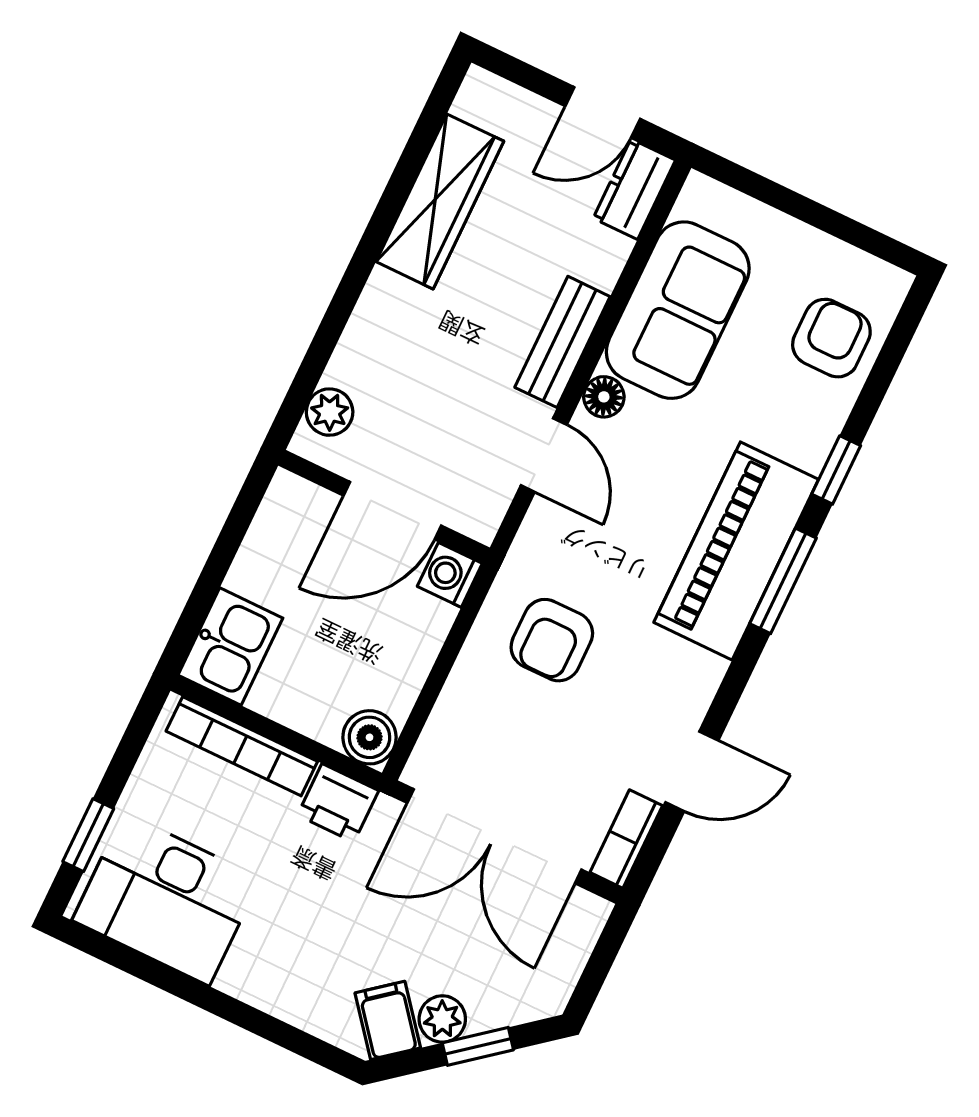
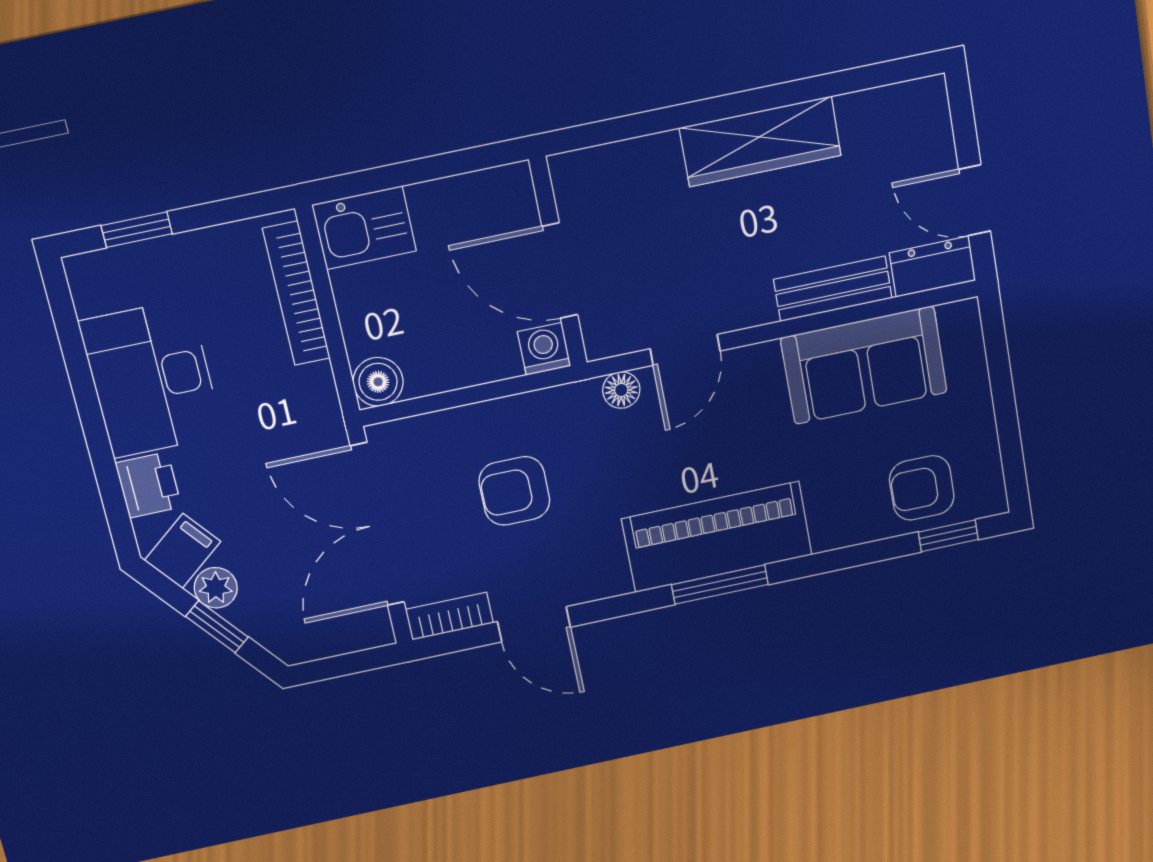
wardrobe: (440, 201) -> (760, 142), moved
armchair: (831, 338) -> (922, 488), turned 180
bench: (562, 342) -> (833, 289), moved
floor lamp: (604, 397) -> (621, 390), moved
plant: (330, 412) -> (599, 167), removed
window: (836, 470) -> (948, 536), moved
armchair: (552, 640) -> (514, 491), moved
printer: (338, 803) -> (148, 485), moved, turned 180
desk: (166, 899) -> (151, 379), moved

